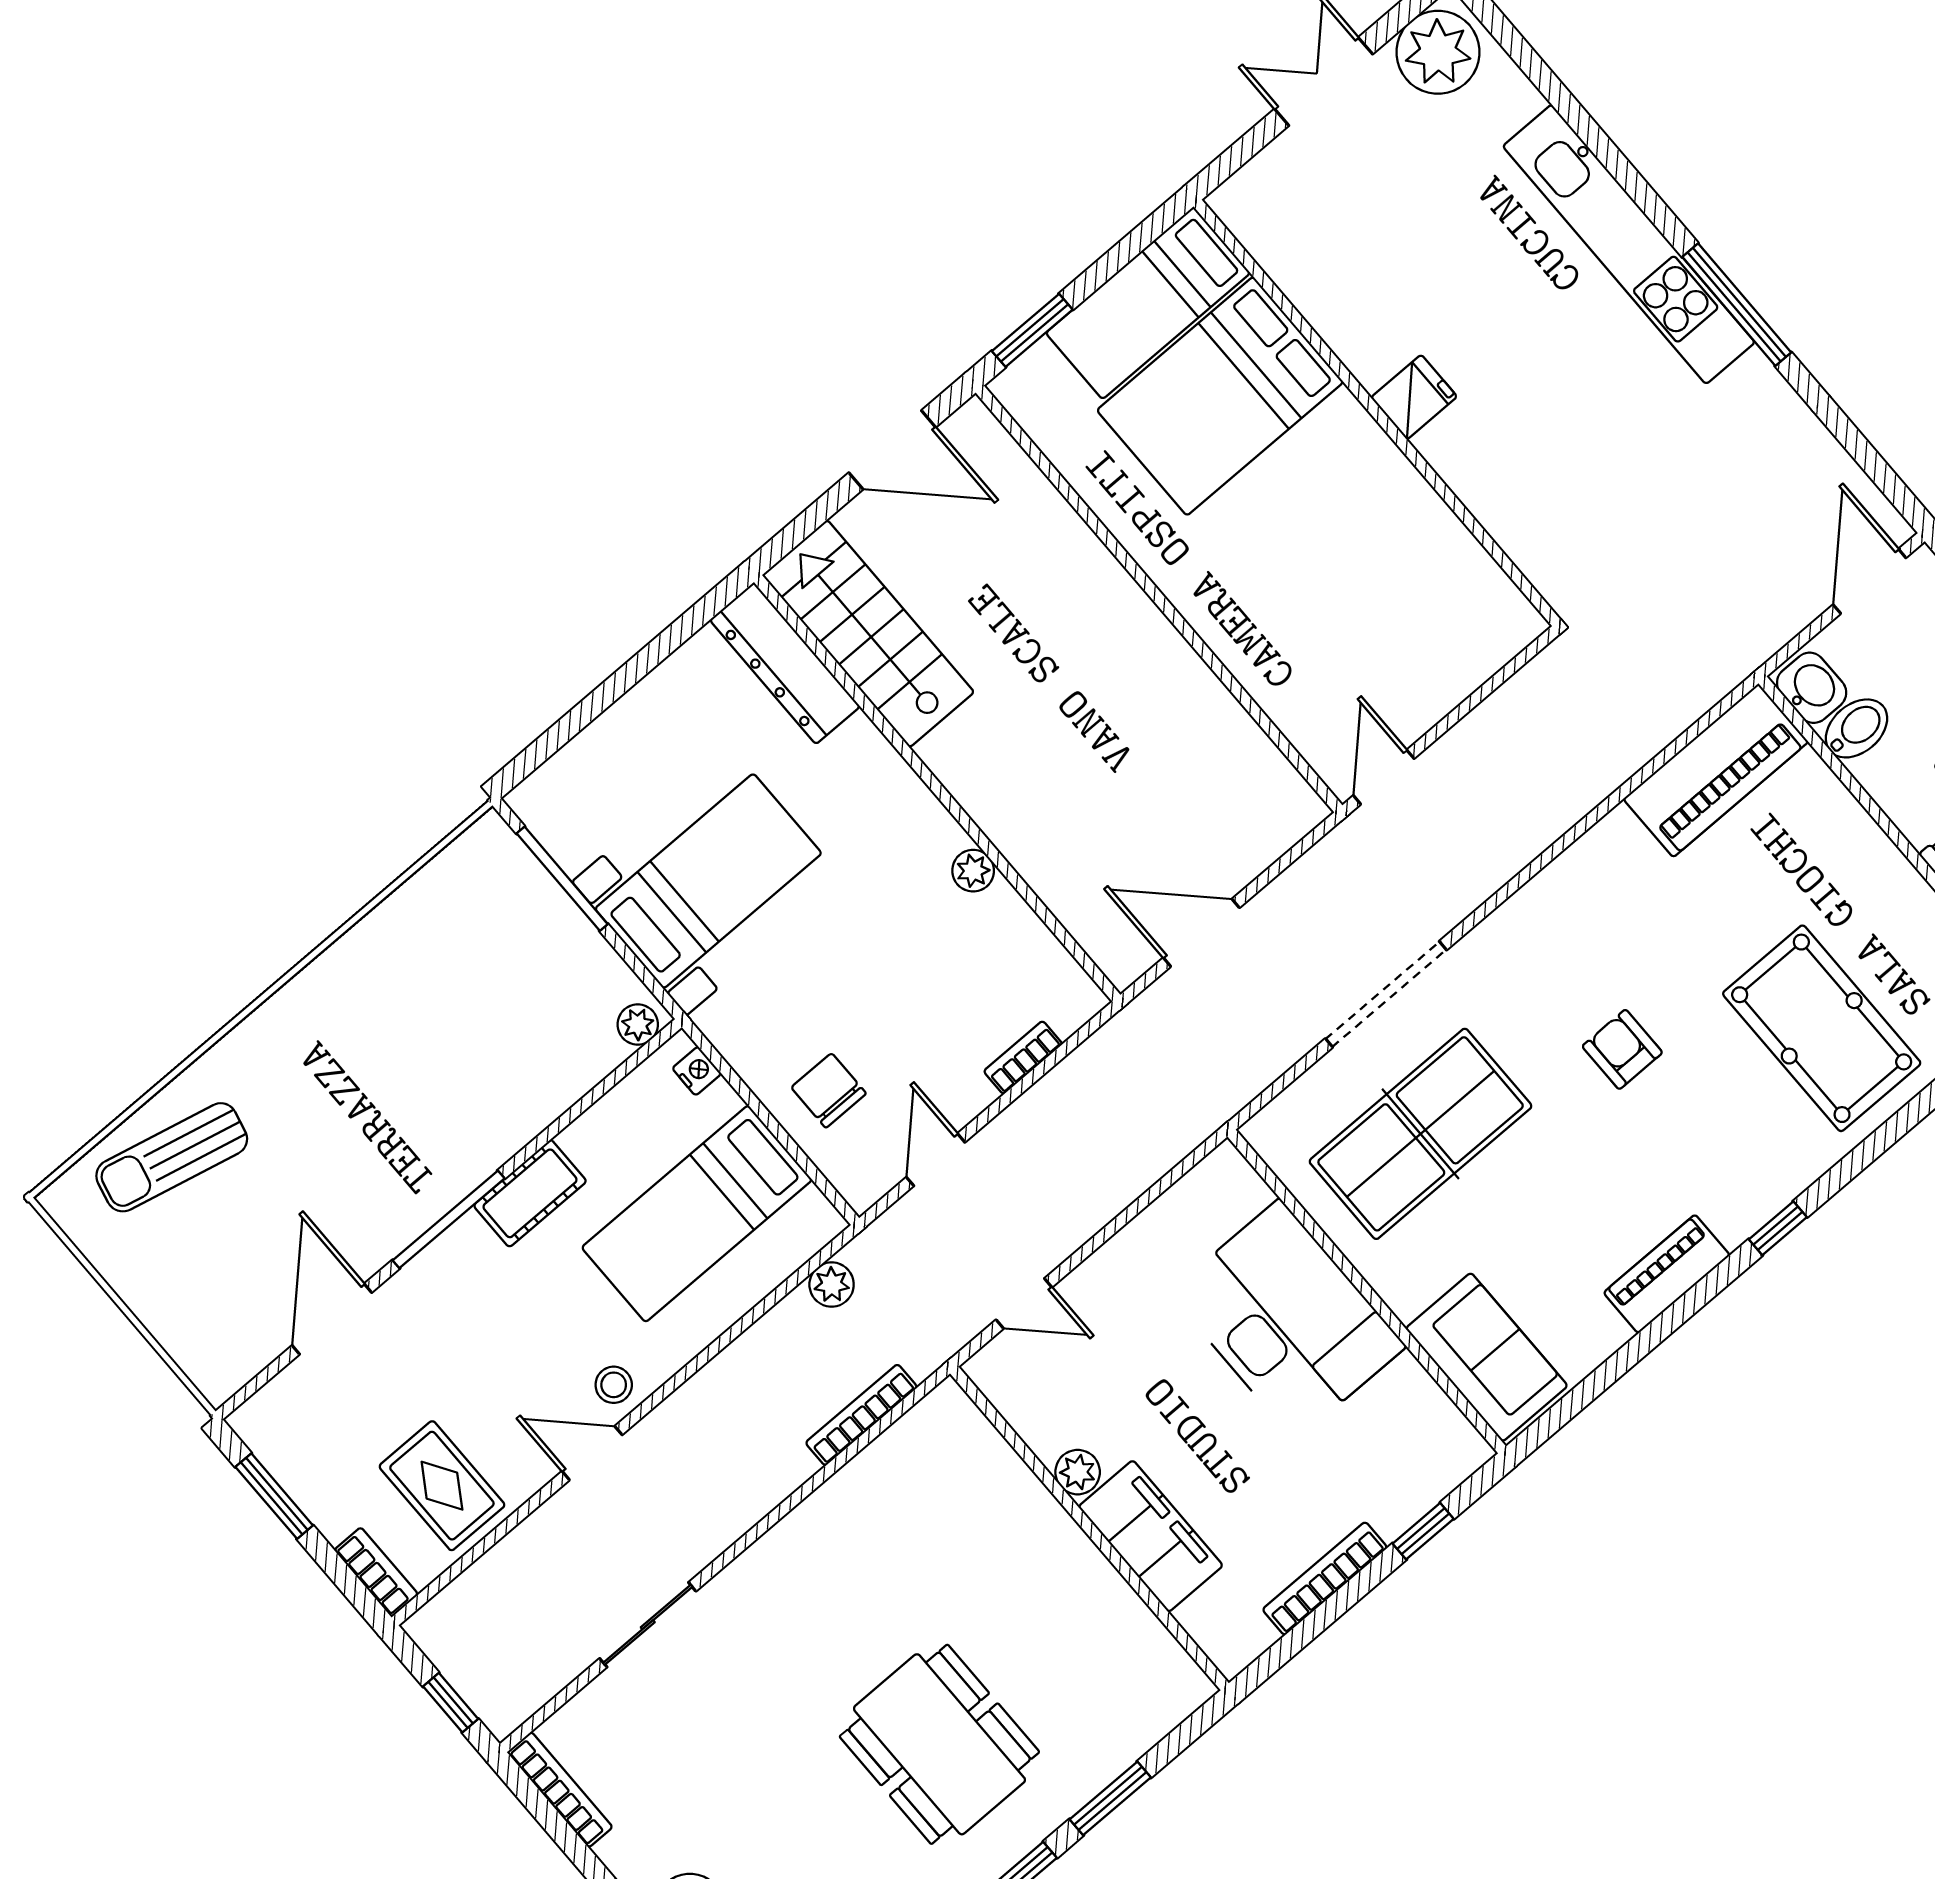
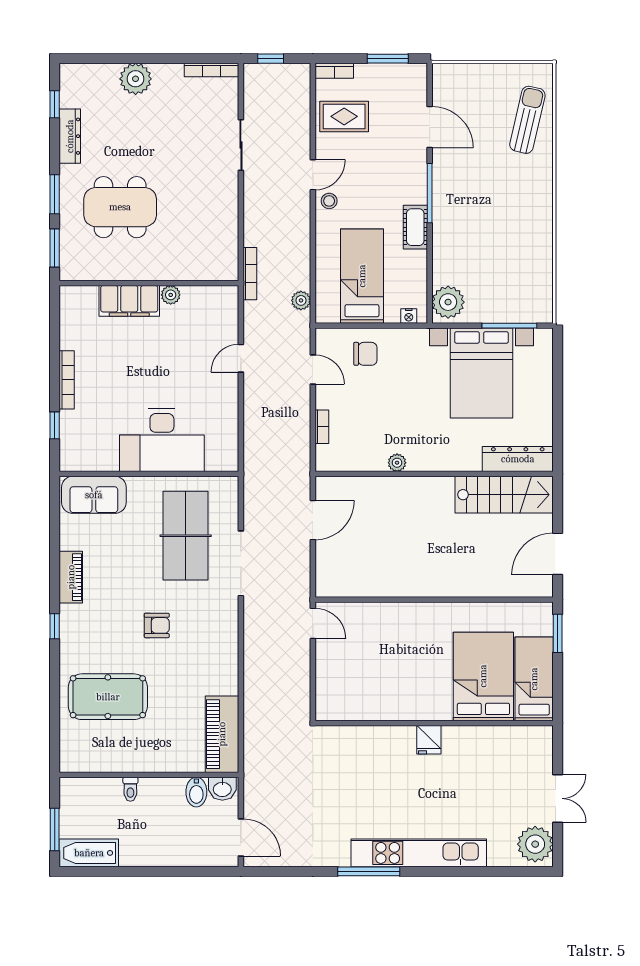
bed with nightstands: (708, 881) -> (481, 373), width x1.36
plant: (638, 1025) -> (448, 302), width x1.87, depth x1.87
plant: (1078, 1472) -> (171, 295), moved
wall: (1090, 1528) -> (149, 283), moved
filing cabinet: (1151, 1536) -> (129, 301), moved

